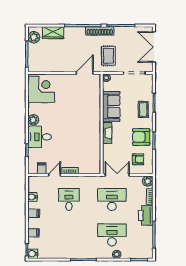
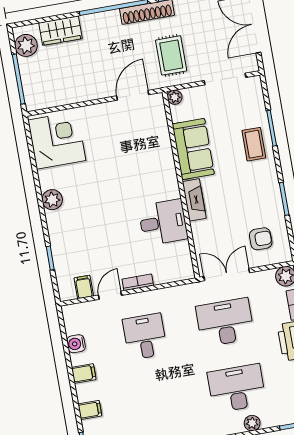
desk: (40, 137) -> (163, 222), moved, turned 180
armchair: (141, 137) -> (259, 196), removed

